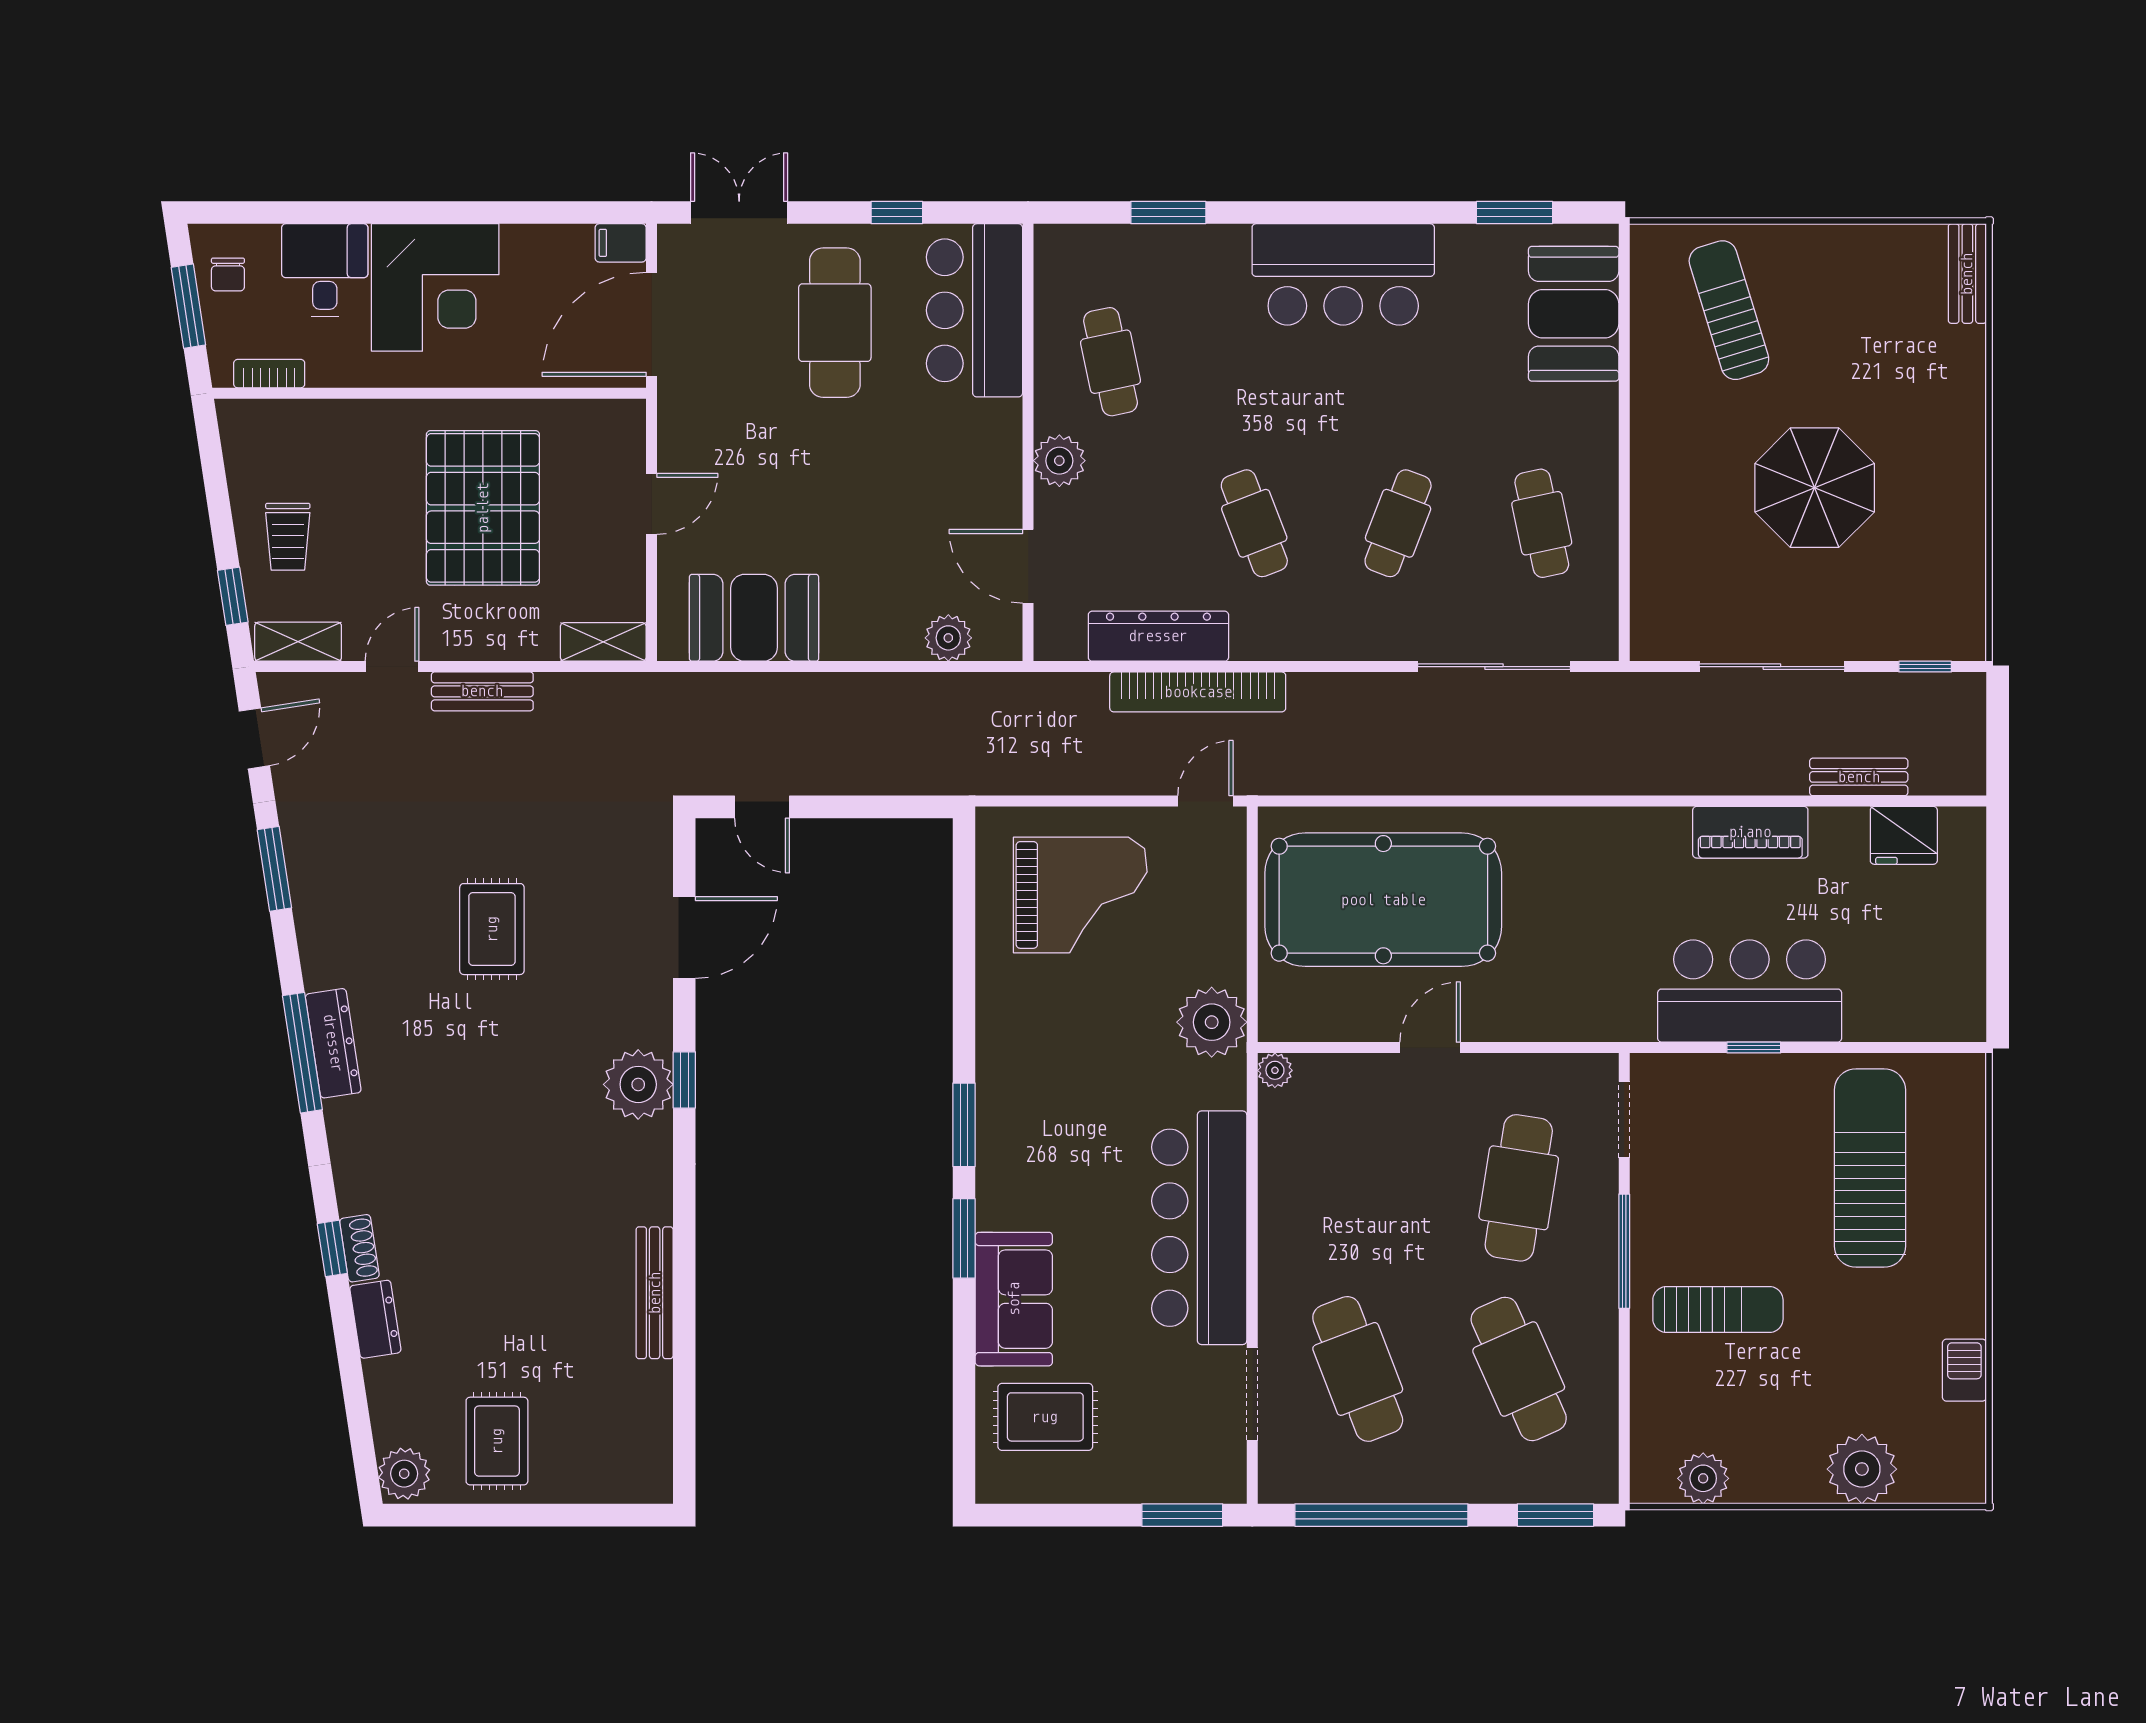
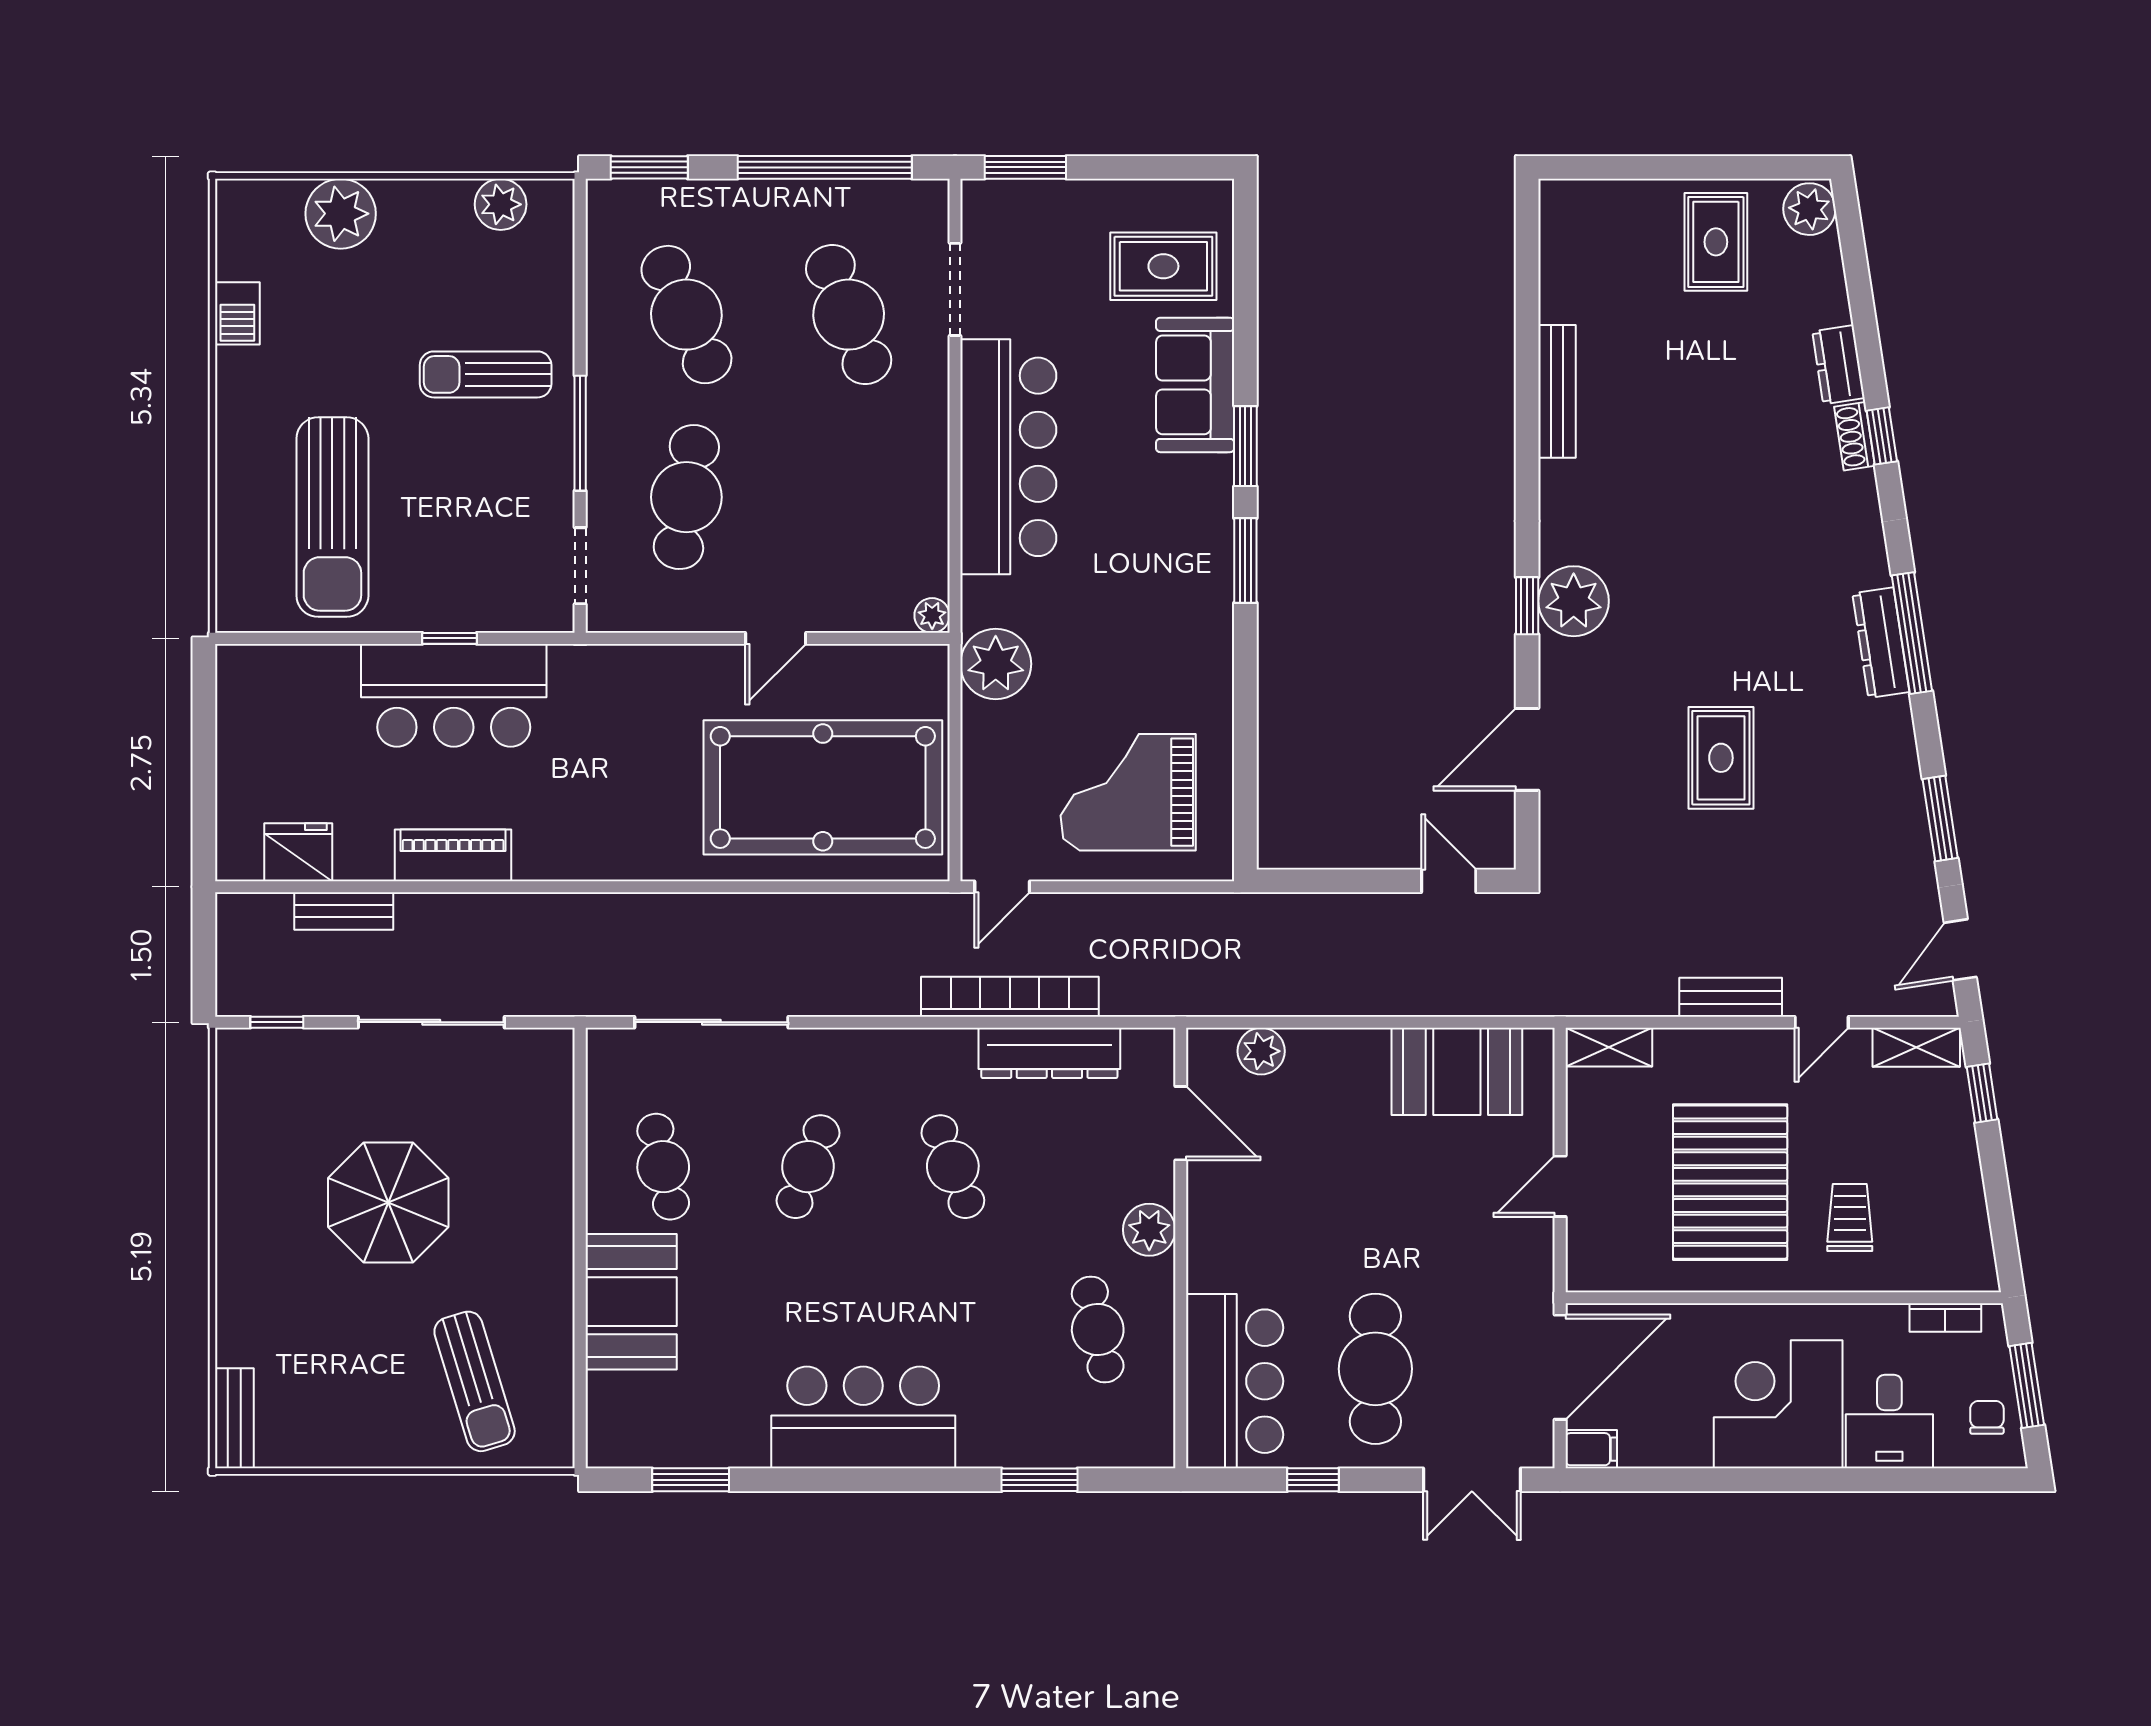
booth: (1574, 314) -> (631, 1302), moved
trolley: (288, 537) -> (1850, 1218), moved

